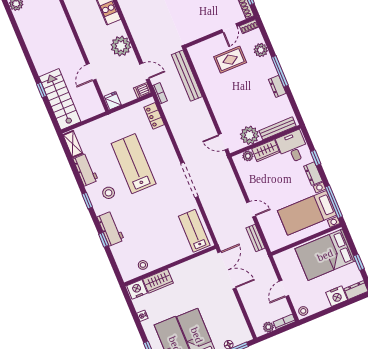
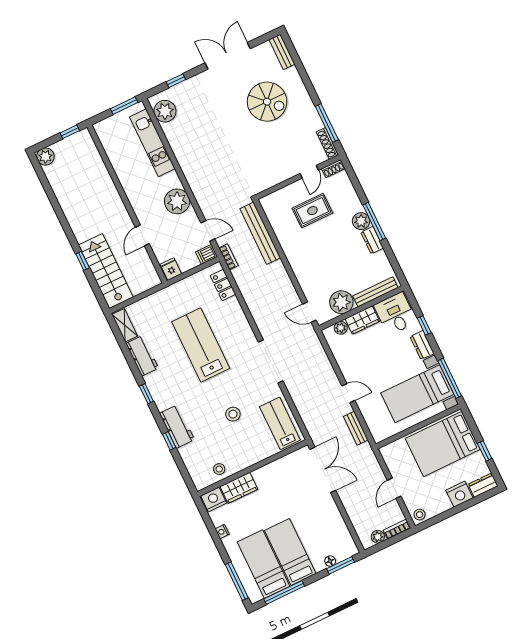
plant: (261, 50) -> (361, 221), moved
stool: (109, 193) -> (233, 414), moved

